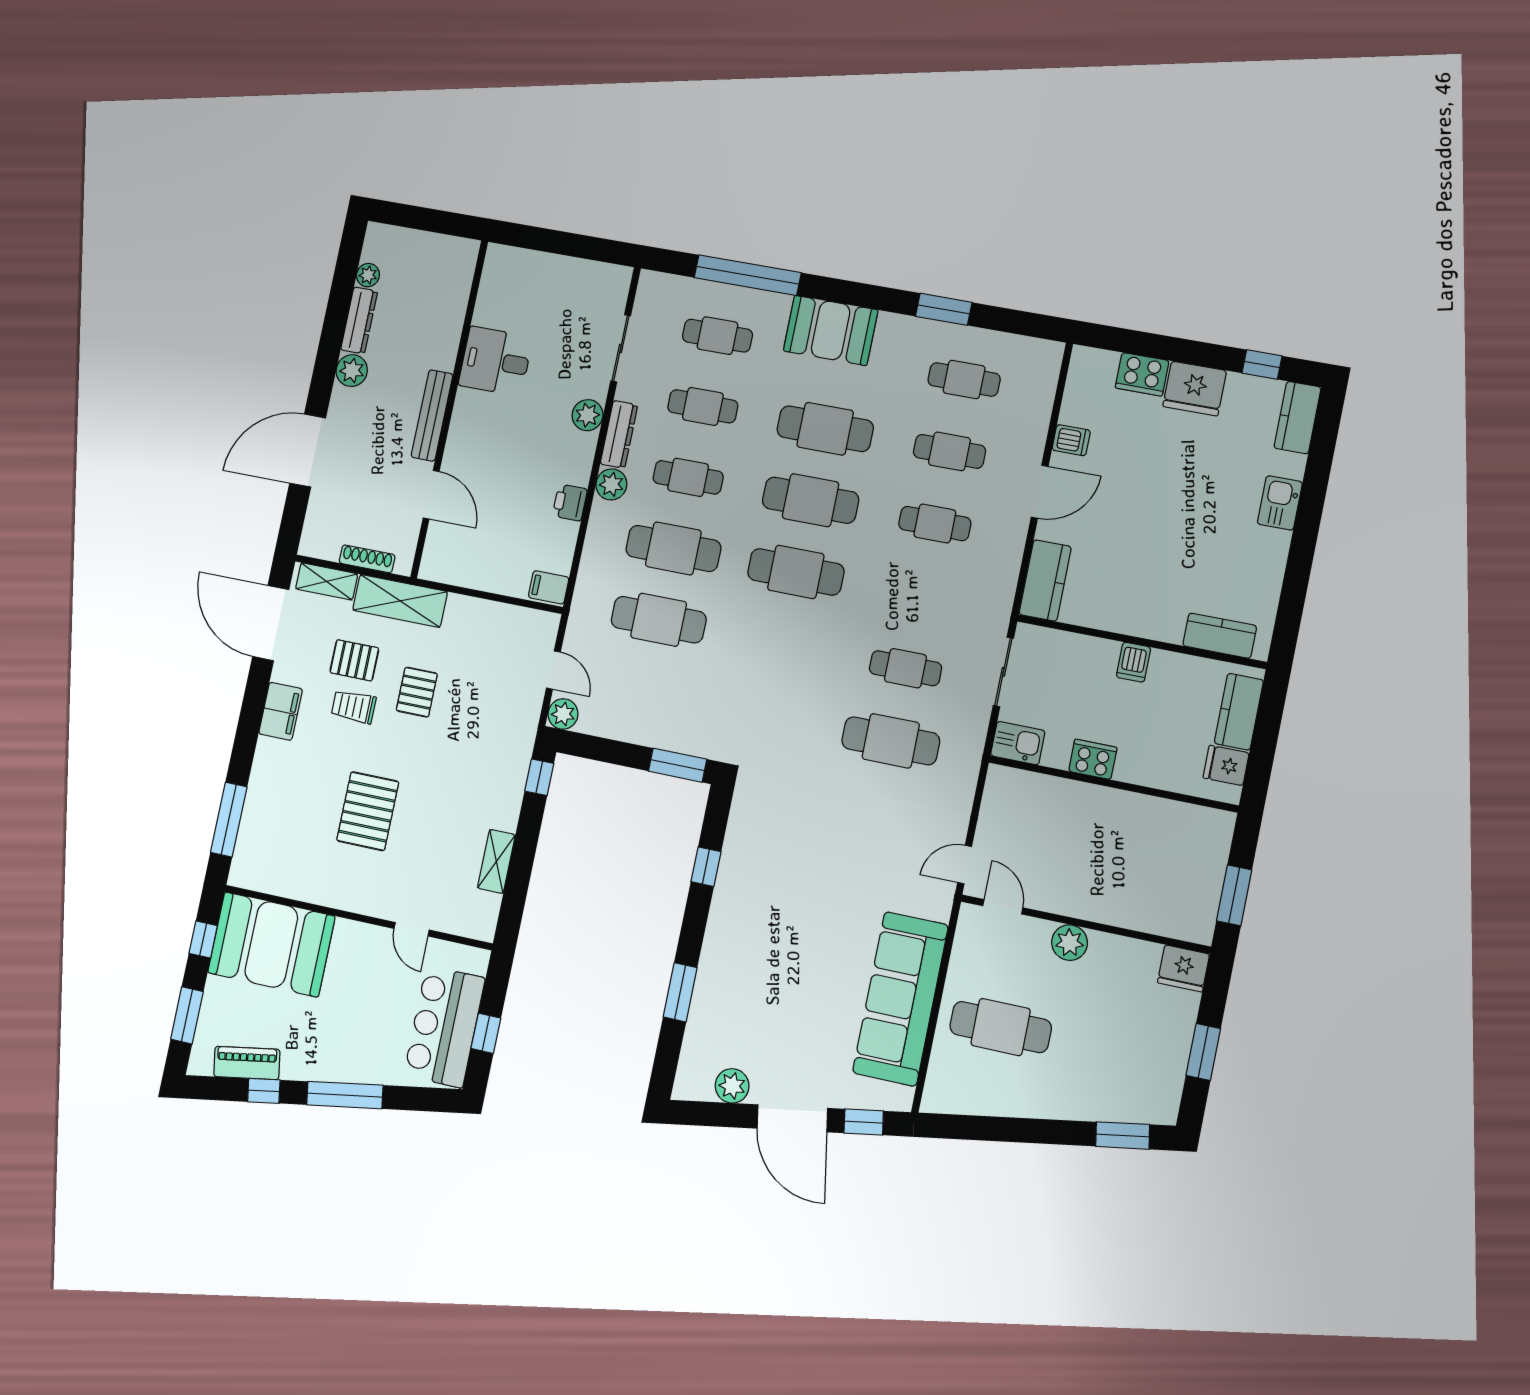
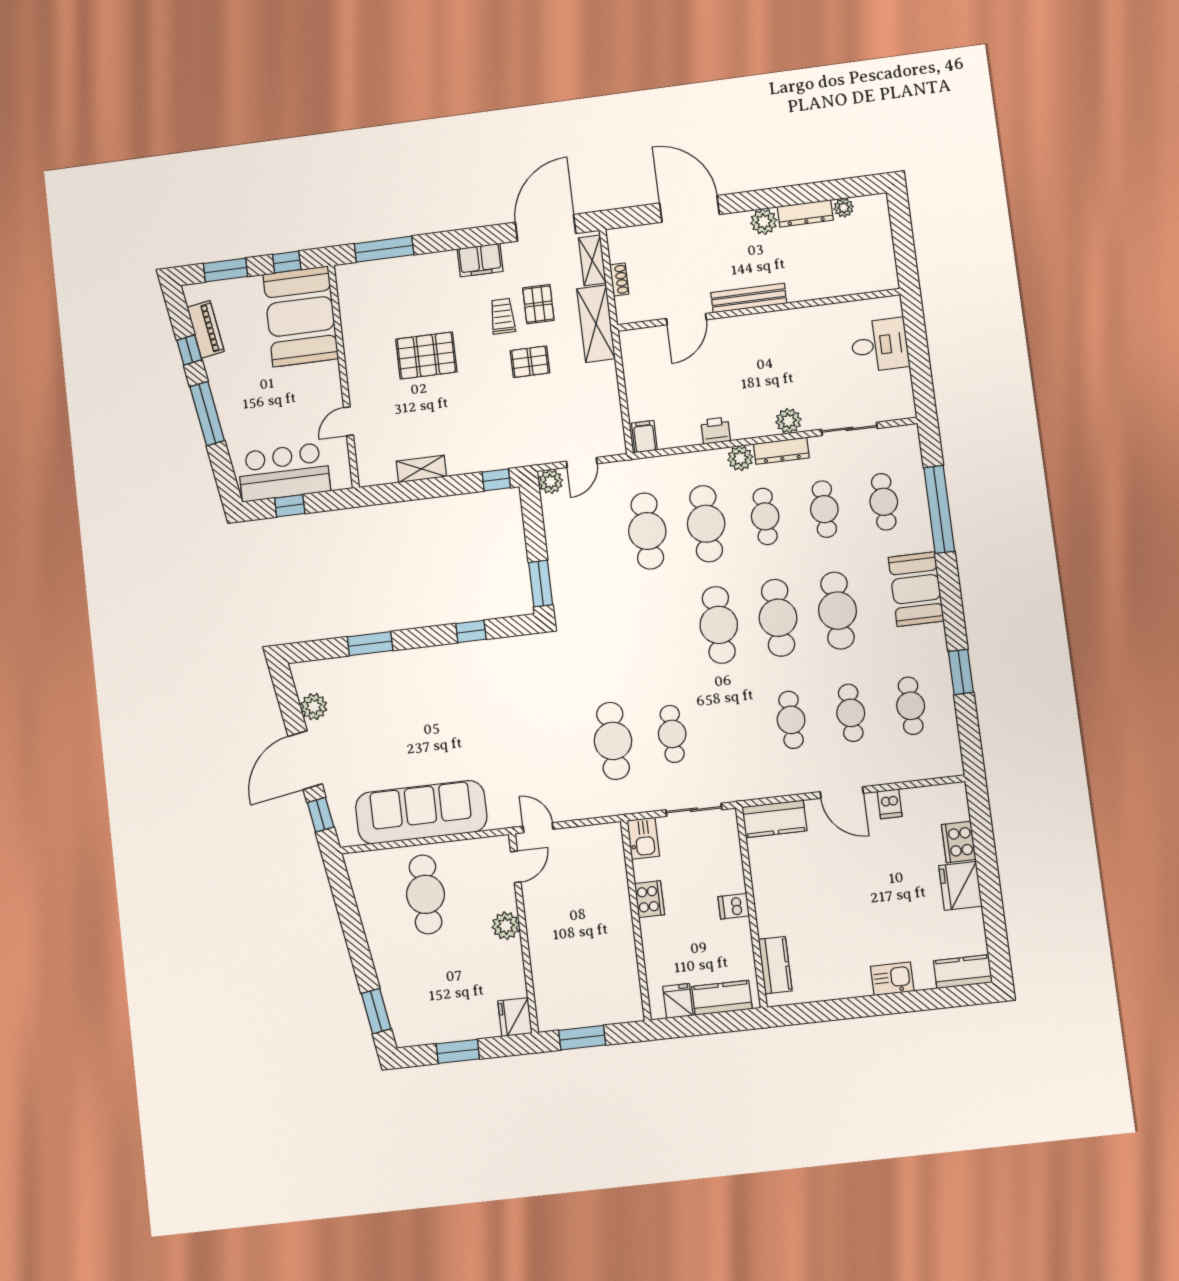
desk: (496, 361) -> (880, 345), moved, turned 90
window: (1262, 365) -> (996, 932), removed
shoe rack: (367, 559) -> (619, 280), width x0.70

